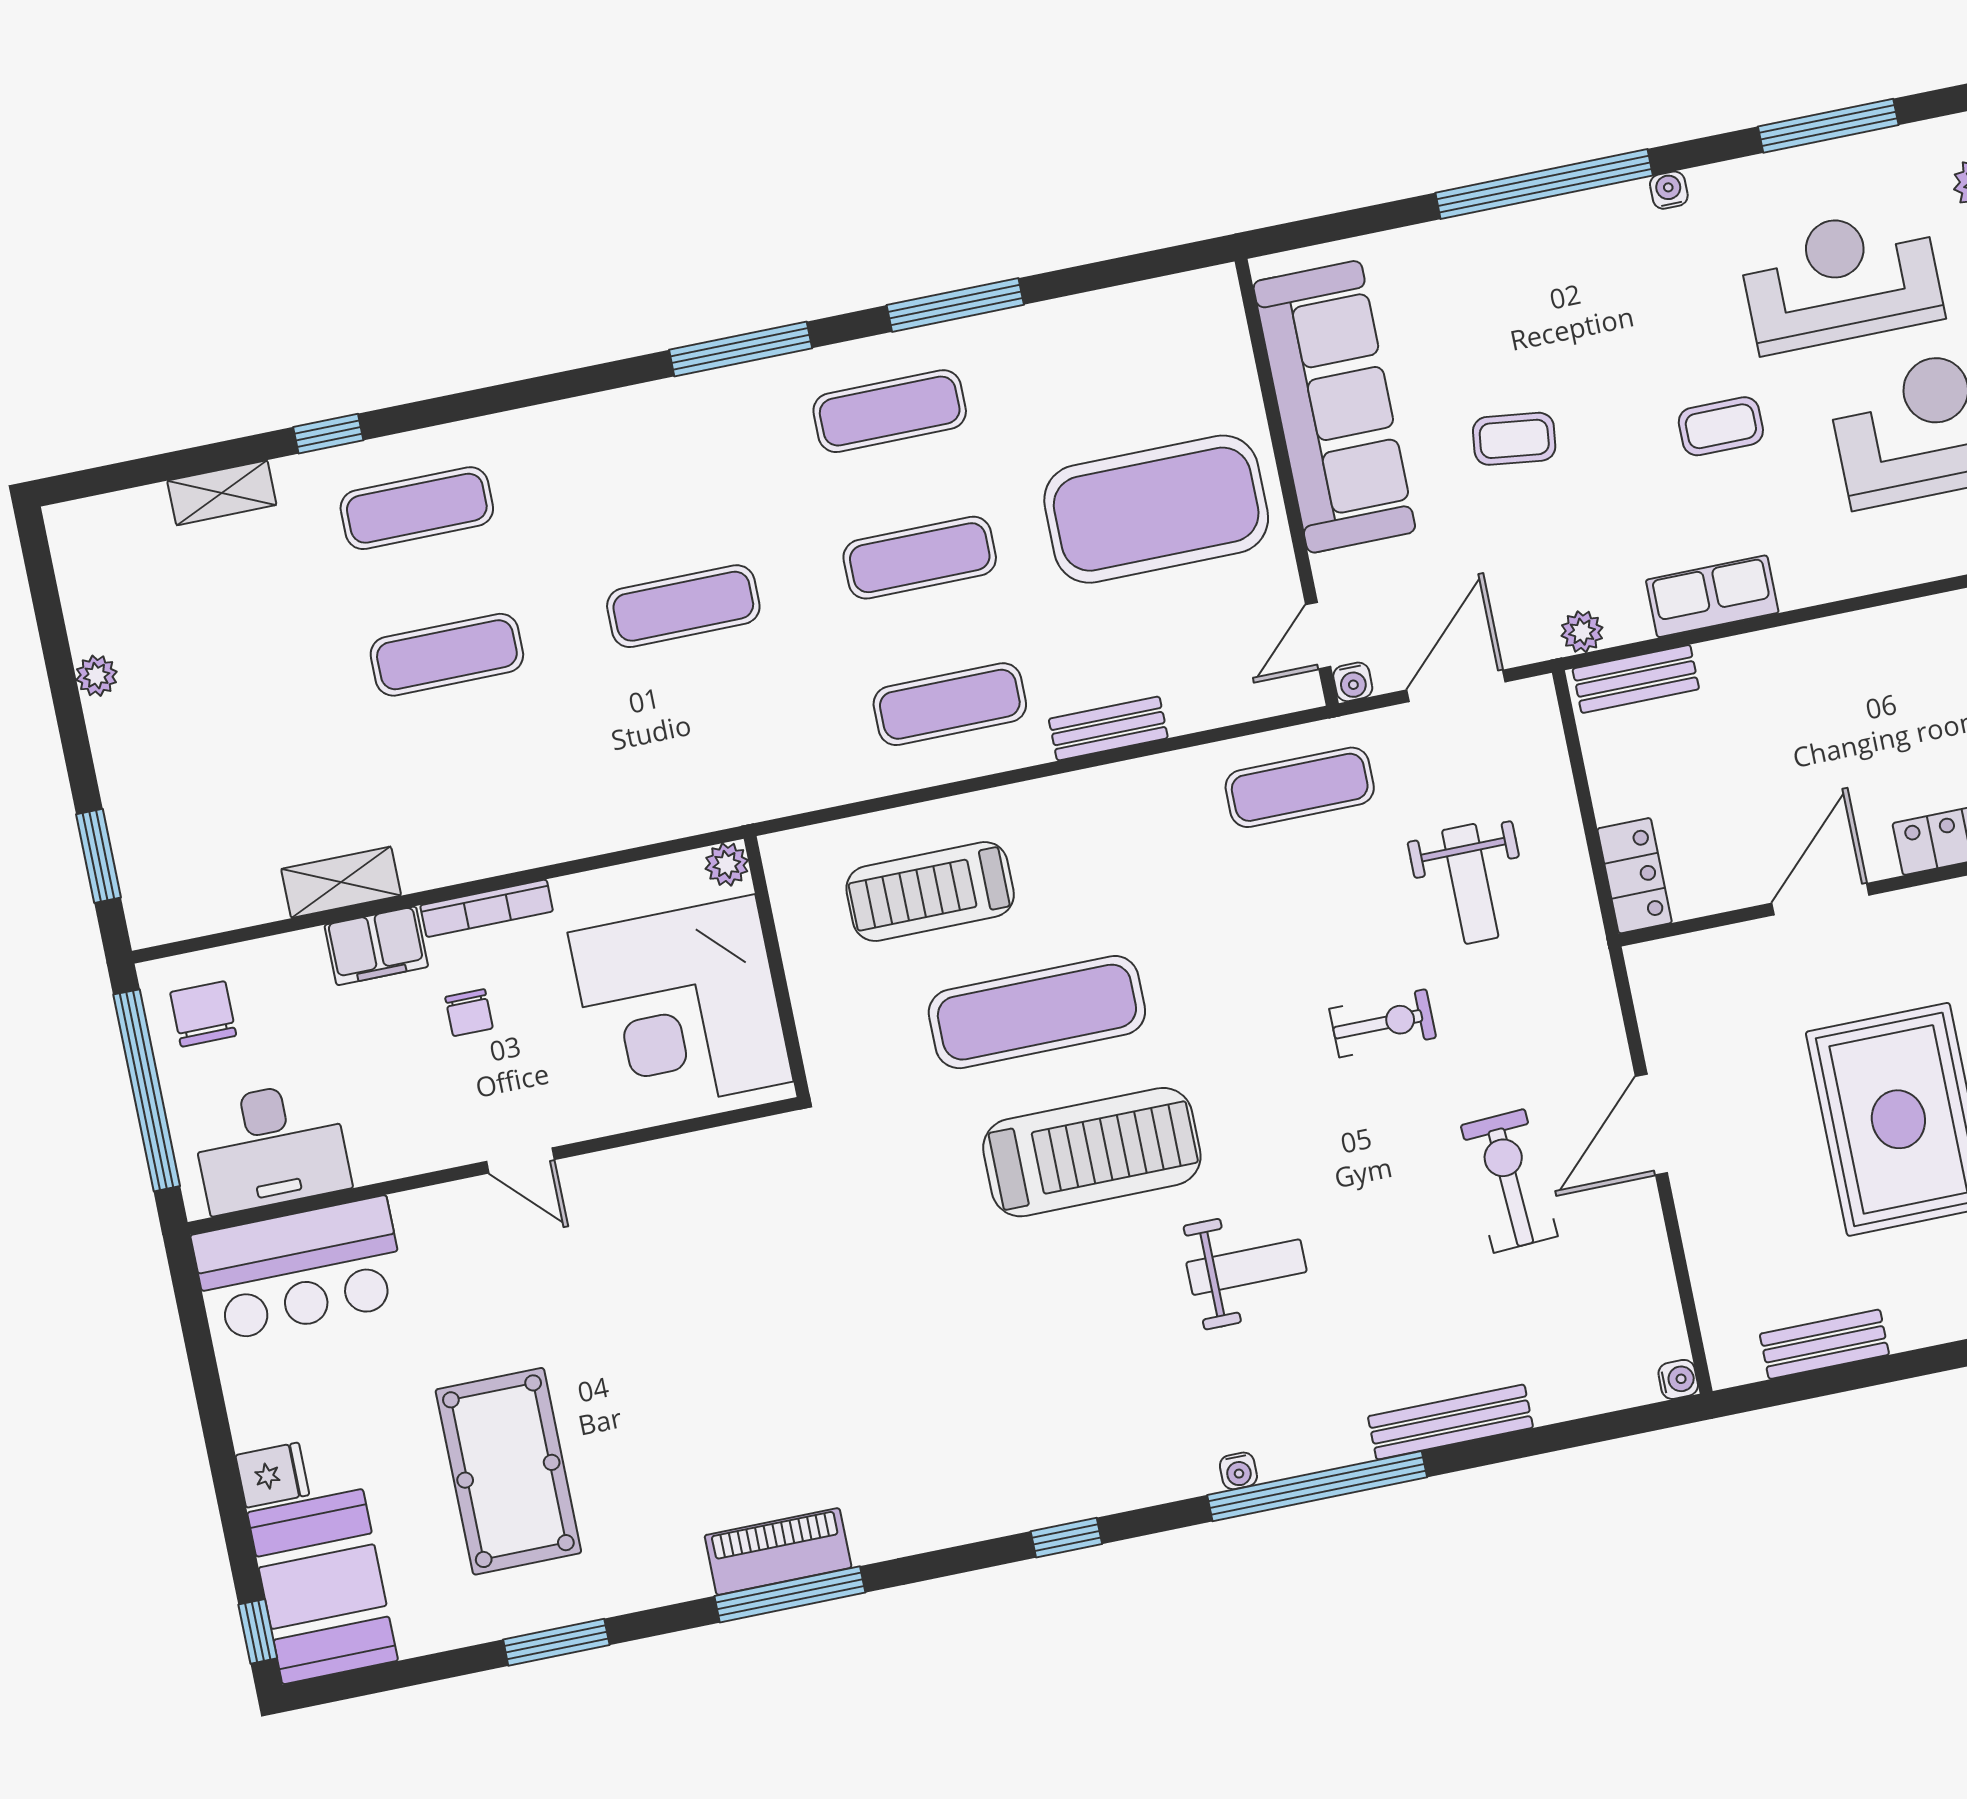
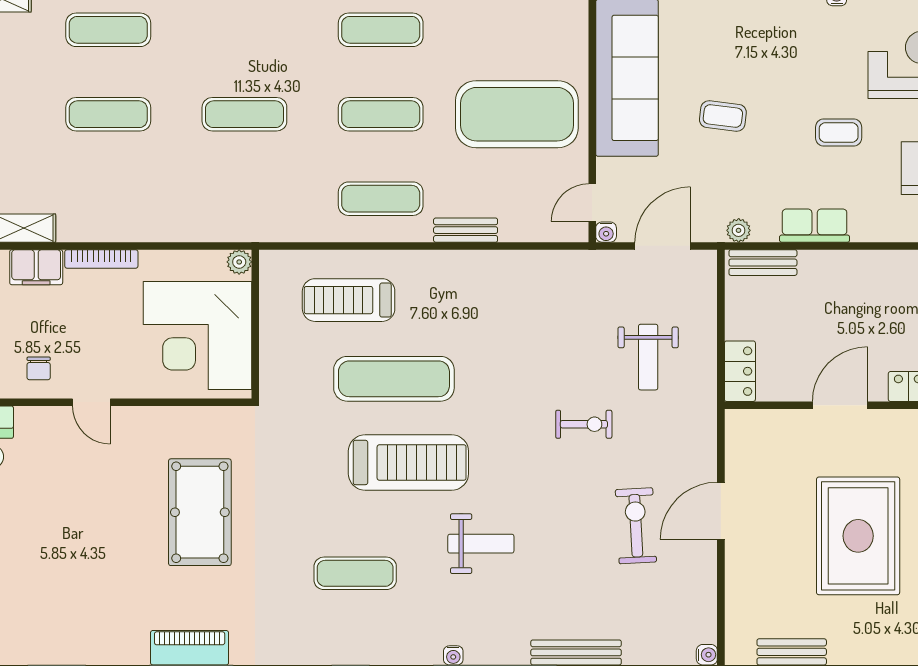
exercise mat: (1300, 787) -> (355, 573), moved
chair: (469, 1013) -> (39, 368), moved
pool table: (508, 1471) -> (200, 512), moved

